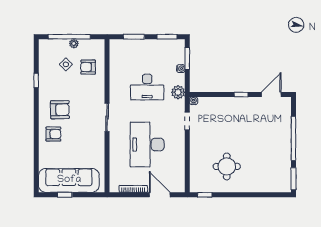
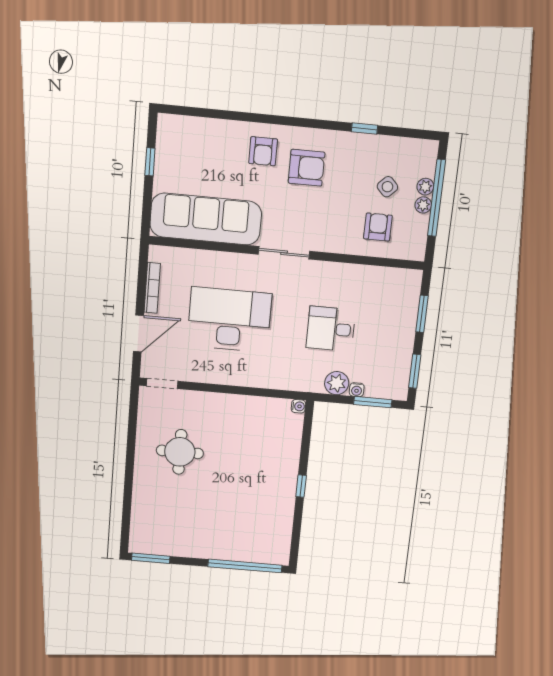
plant: (64, 44) -> (425, 187), added
desk: (147, 87) -> (331, 329), width x0.73
plant: (178, 92) -> (337, 383), moved
door: (271, 95) -> (296, 535), removed
armchair: (60, 110) -> (307, 168), turned -89
doorway: (187, 121) -> (162, 383), moved
window: (293, 138) -> (245, 566), moved
sofa: (69, 180) -> (206, 219), moved, turned -90
window: (205, 195) -> (133, 411), removed

